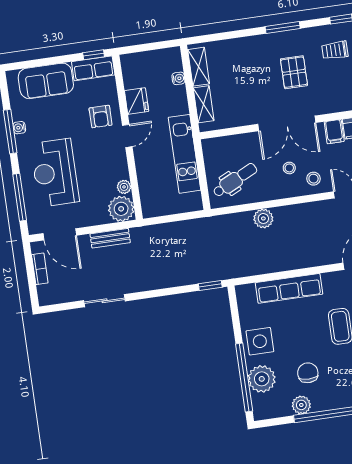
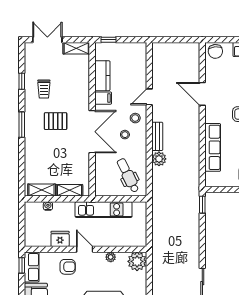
plant: (124, 187) -> (111, 257), moved
bench: (110, 238) -> (157, 136), moved

